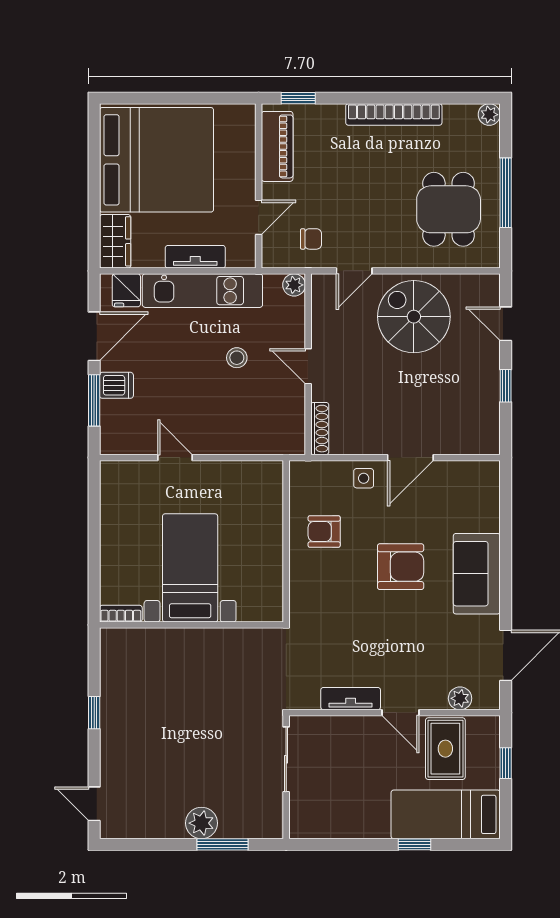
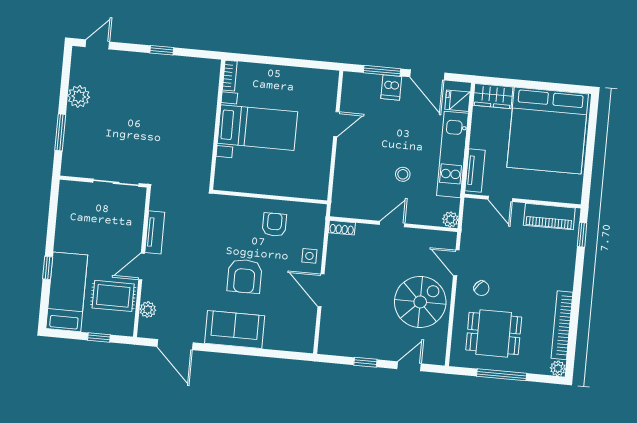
bookcase: (394, 114) -> (562, 325), moved
chair: (311, 239) -> (481, 288), moved, turned -48
tv unit: (195, 257) -> (475, 171), moved
shoe rack: (320, 429) -> (342, 228), width x0.70
plant: (201, 823) -> (79, 96), moved

